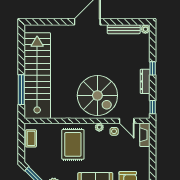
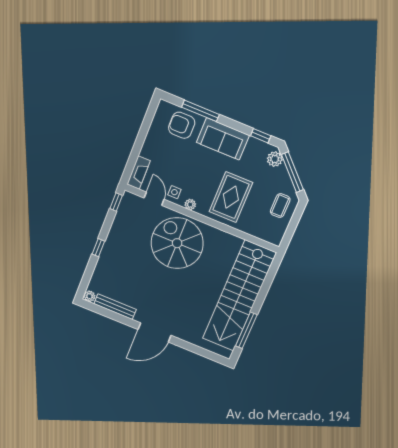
dresser: (145, 81) -> (113, 236), removed
window: (21, 90) -> (246, 330), moved
coffee table: (31, 138) -> (280, 206), moved

